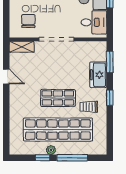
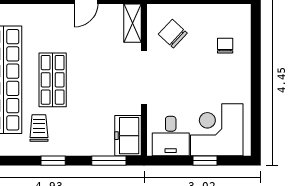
chair: (28, 21) -> (173, 34), turned -137
freezer: (98, 75) -> (128, 136), moved, turned -90

